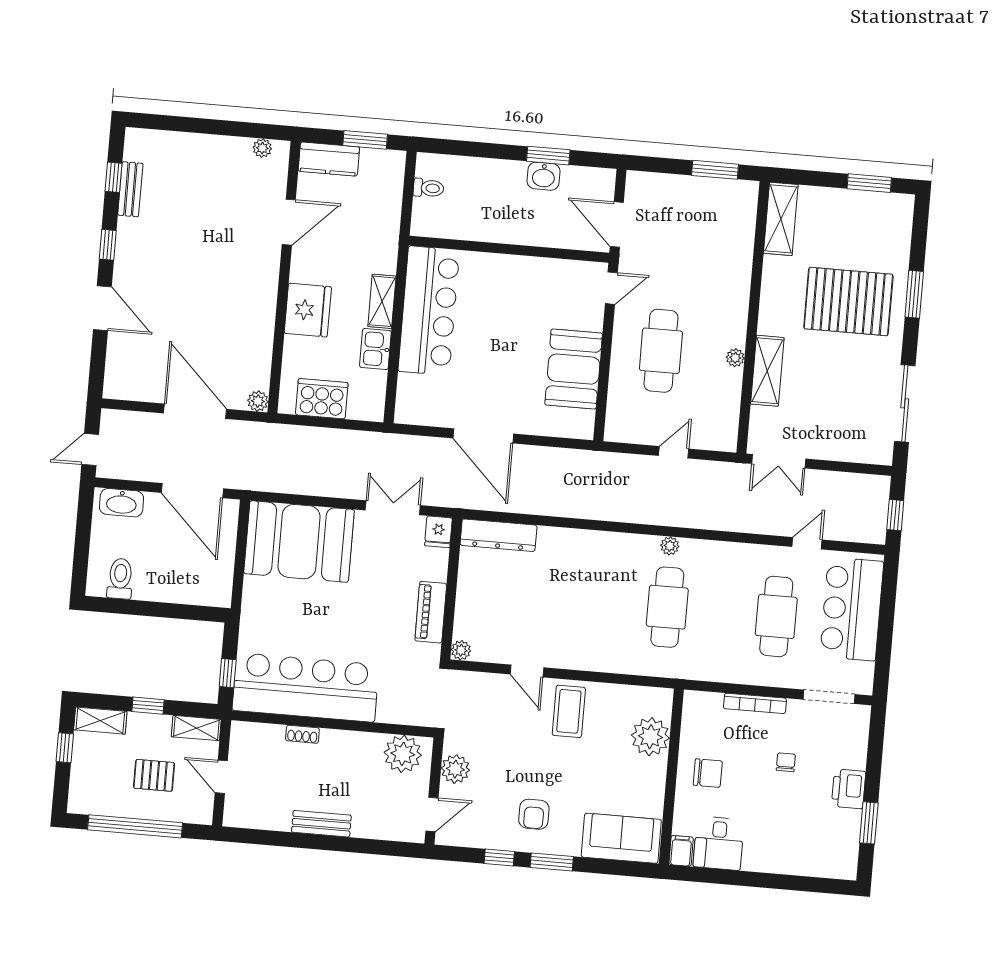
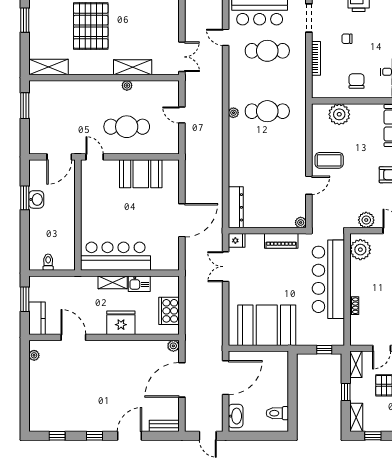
bench: (130, 189) -> (164, 426), moved
booth: (299, 542) -> (267, 325), moved, turned 90
bar counter: (306, 687) -> (328, 279), moved

